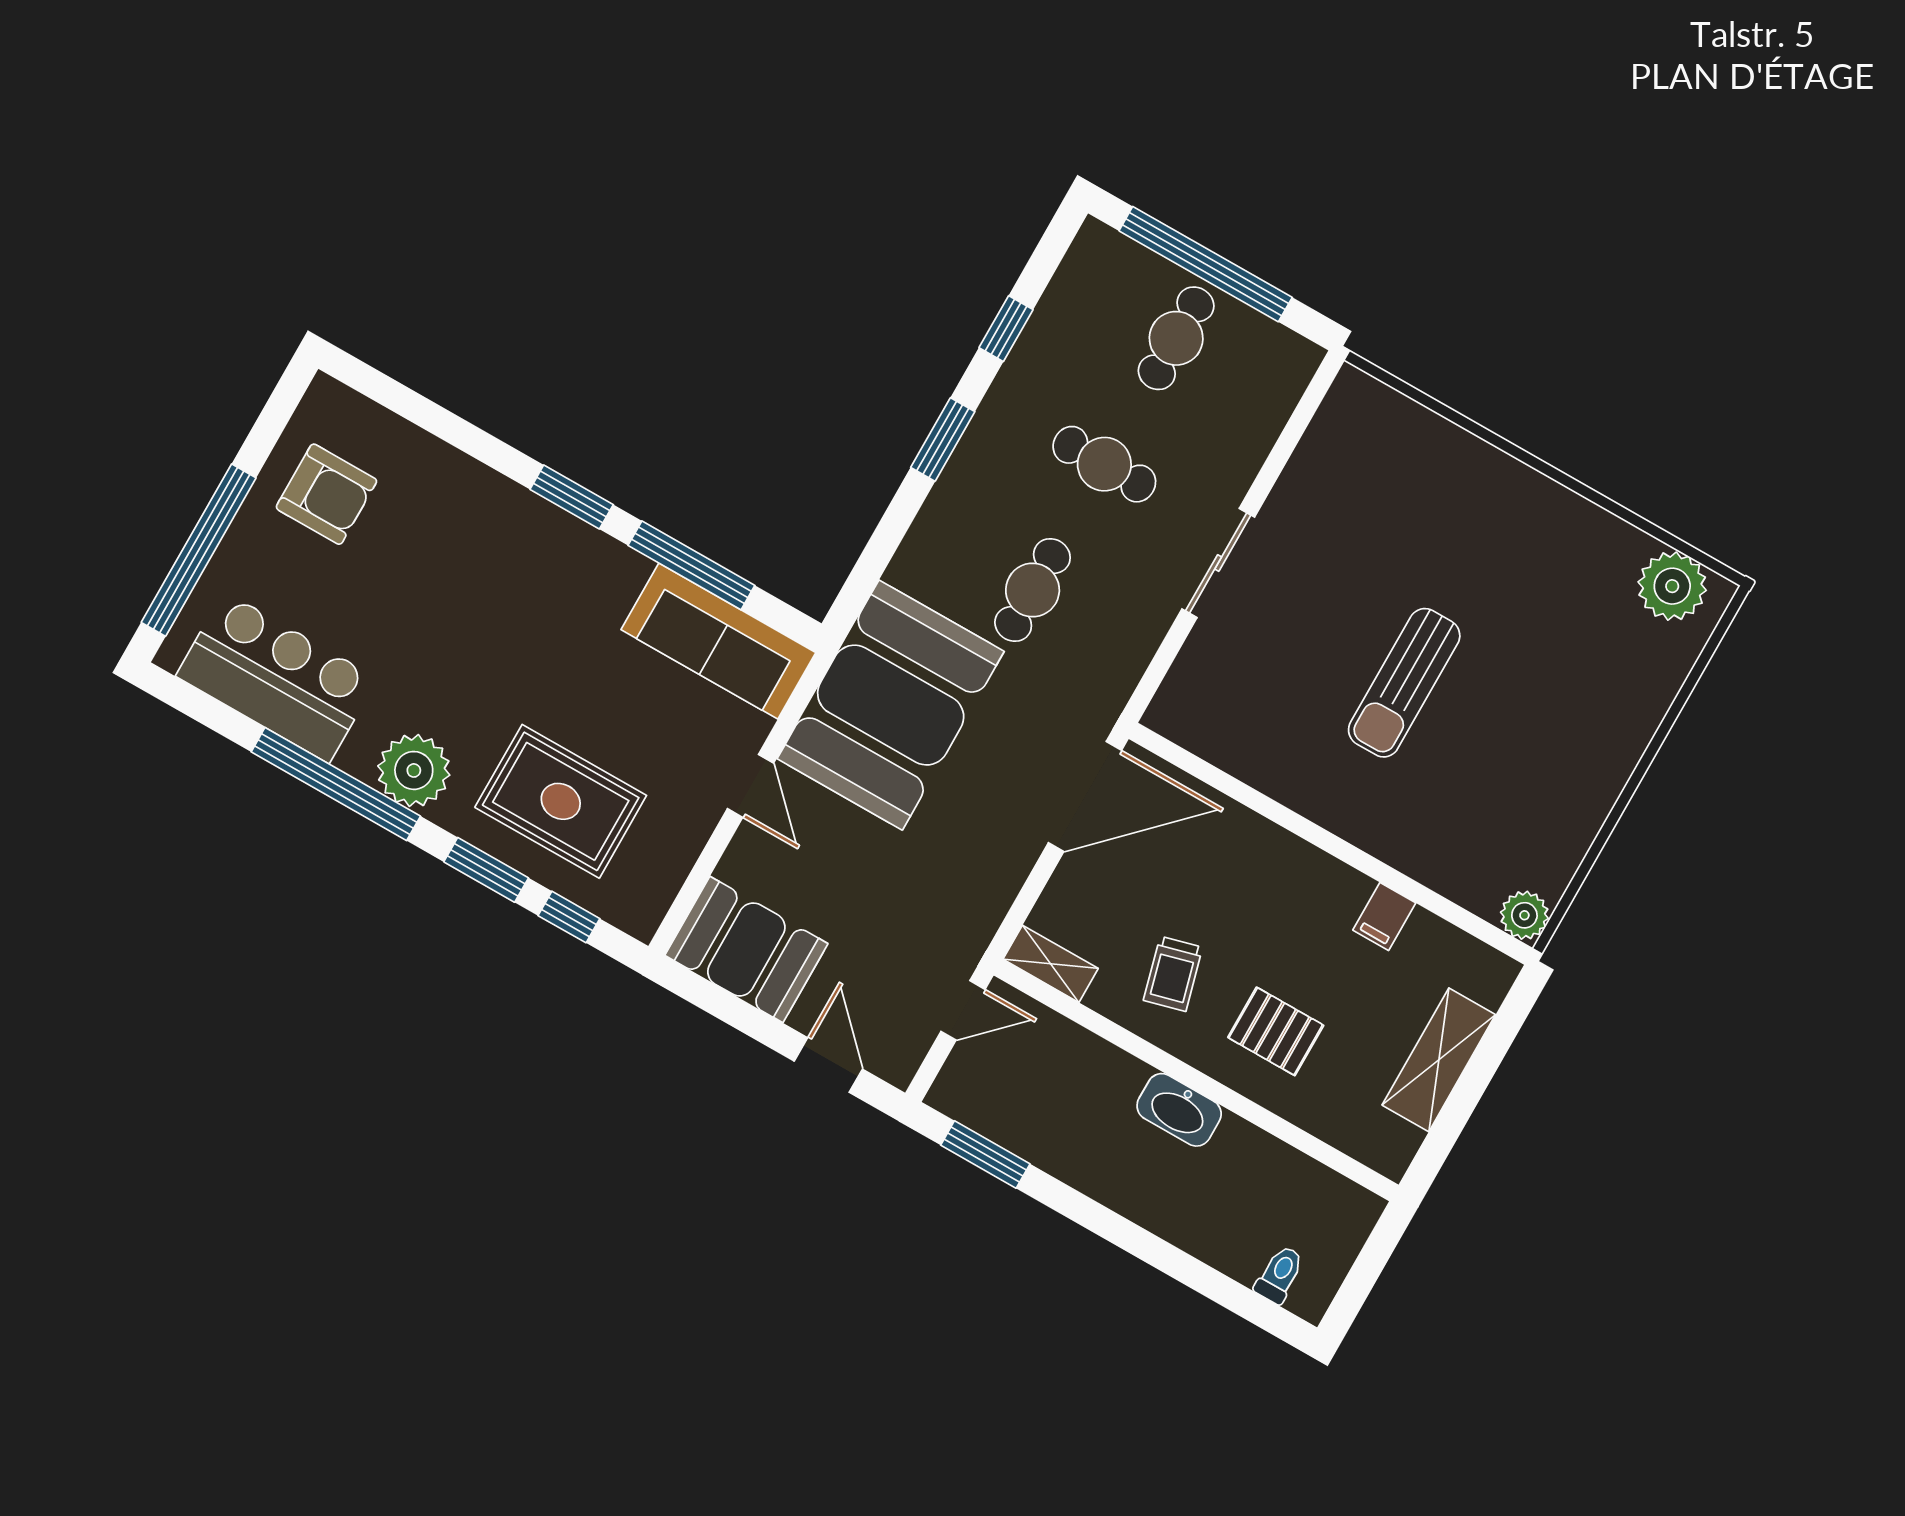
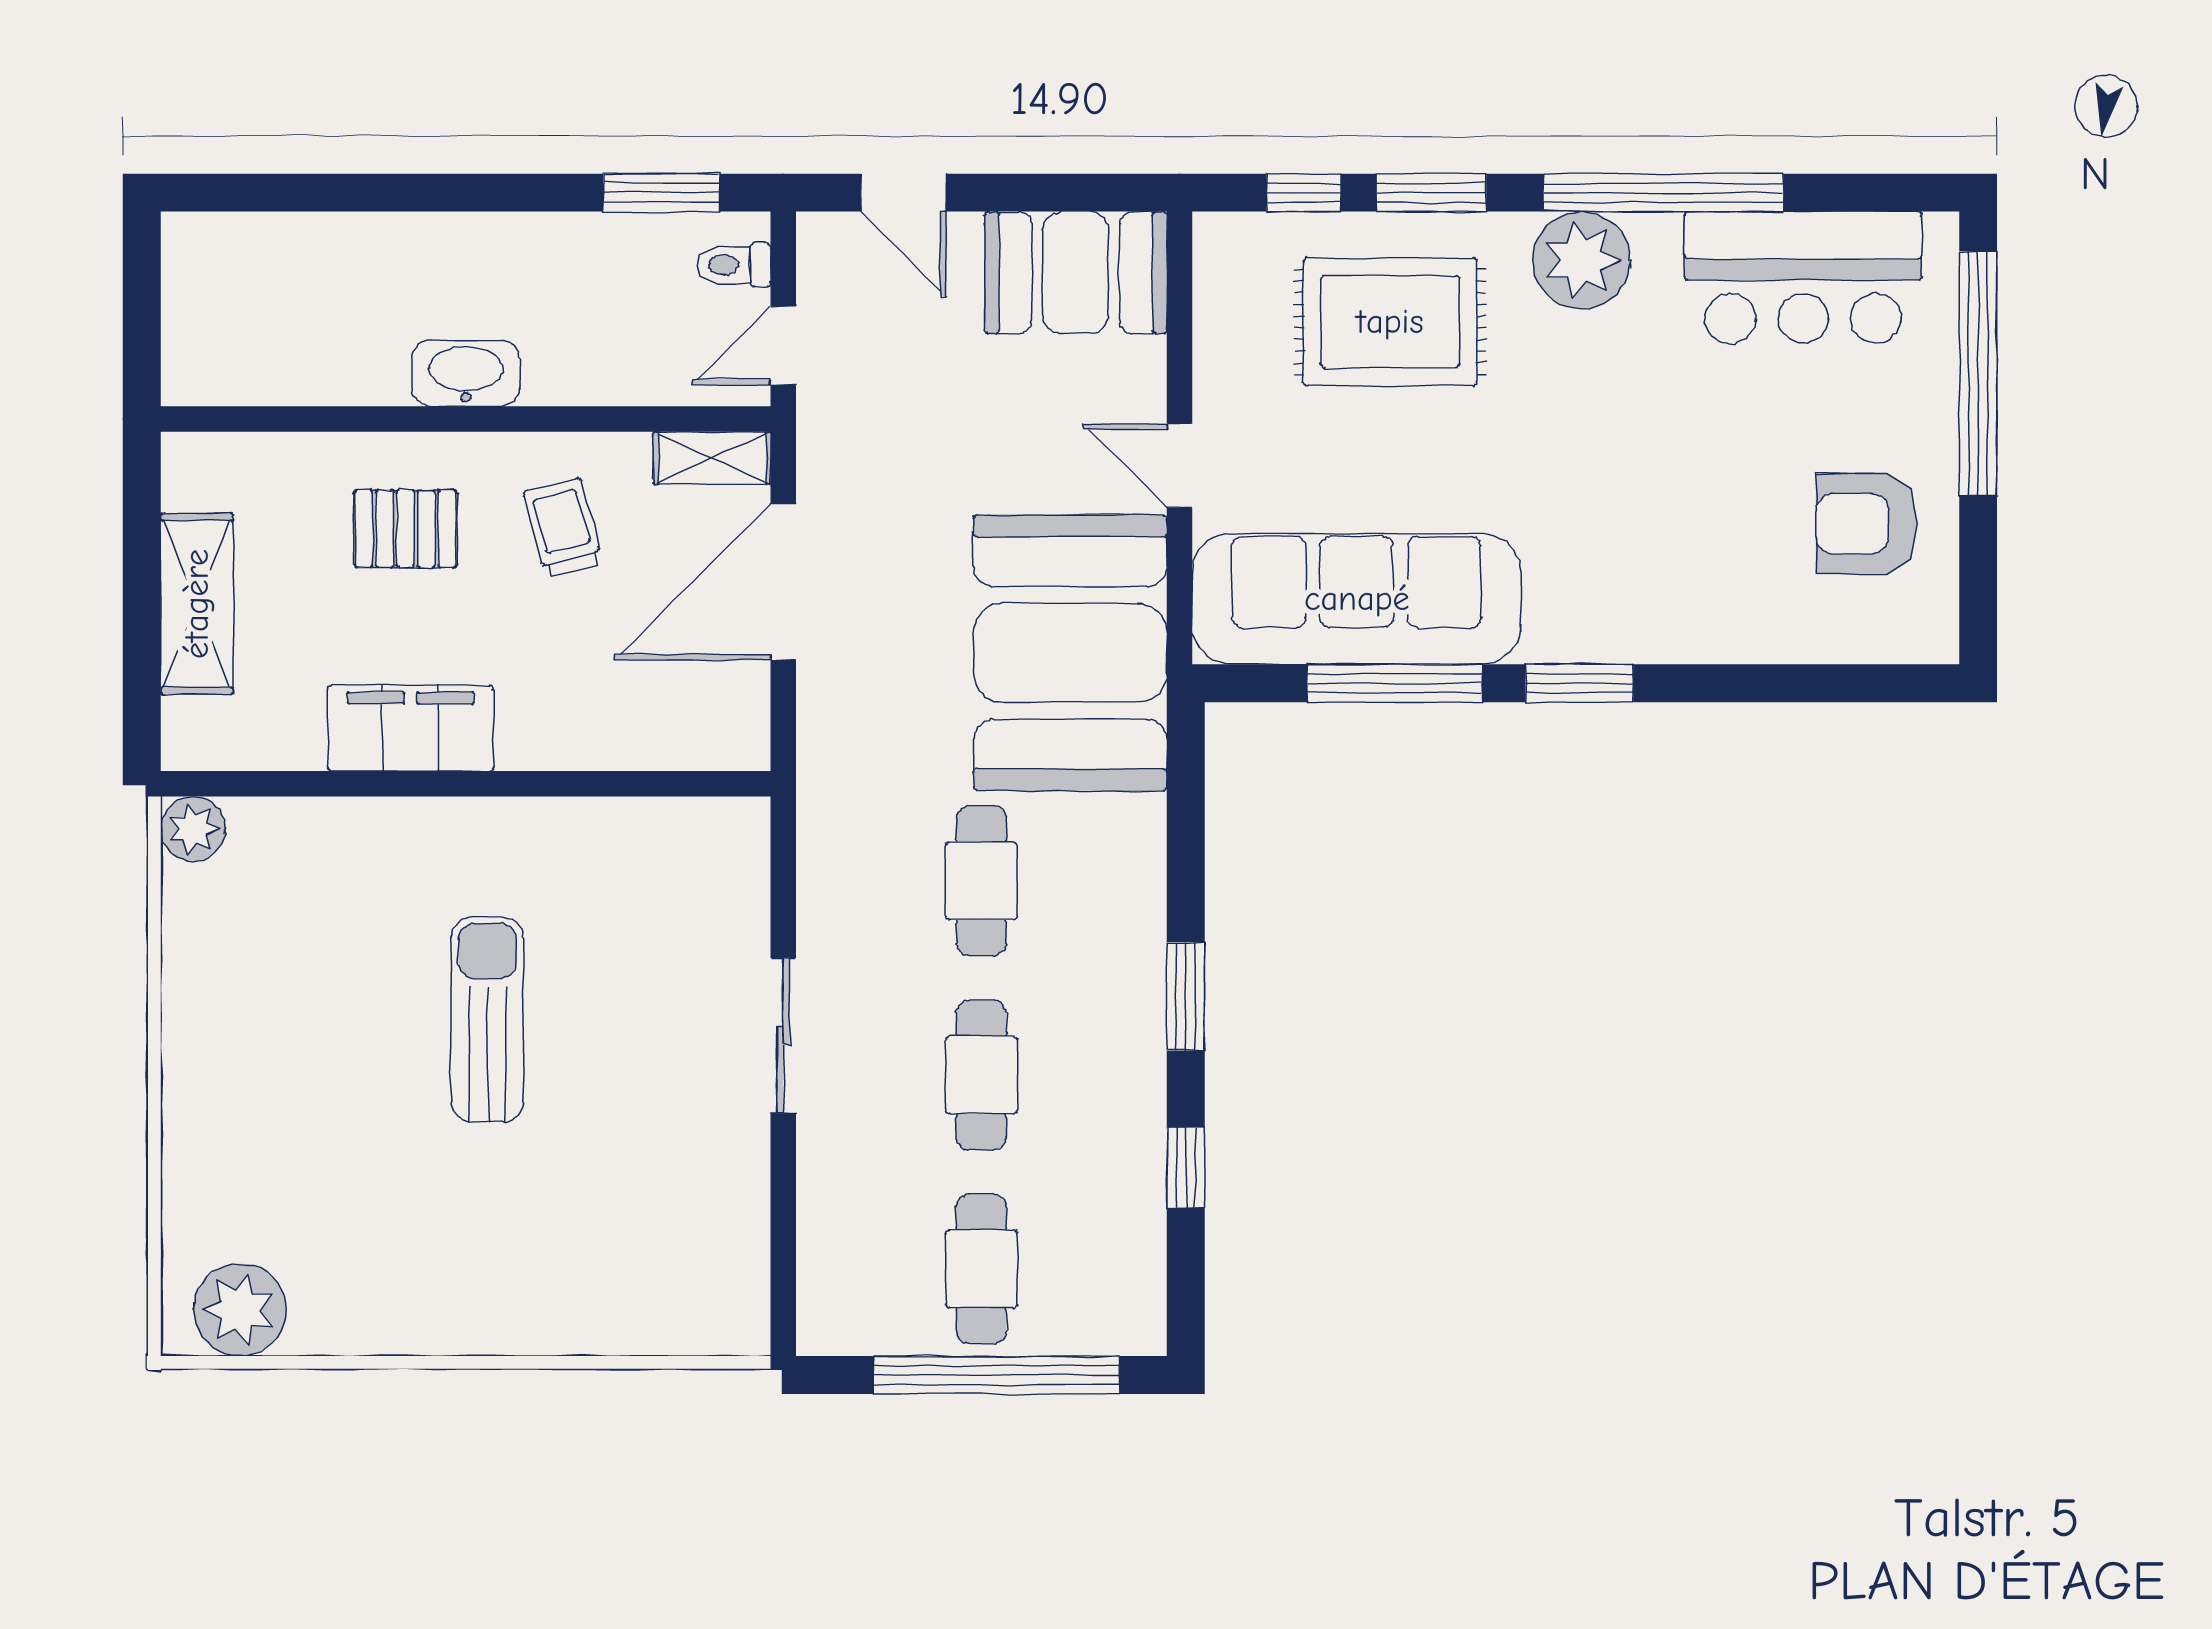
cafe table: (1104, 464) -> (981, 1075), turned 90
sofa: (718, 641) -> (1357, 599), width x1.36, depth x1.27
door: (1085, 796) -> (783, 582), moved
filing cabinet: (1384, 917) -> (411, 728), width x3.00, depth x1.17
toilet: (1280, 1275) -> (734, 265), moved, turned 90

